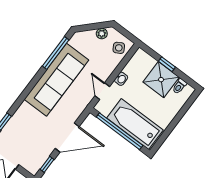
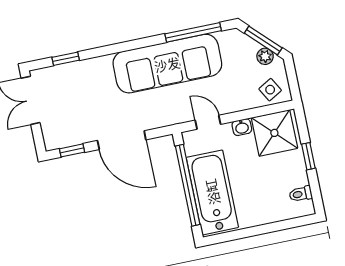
window: (94, 26) -> (263, 40), added
shower: (161, 80) -> (274, 133), moved
door: (102, 91) -> (208, 122), hinge flipped

